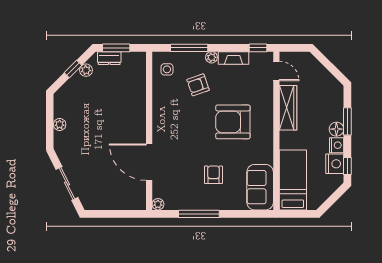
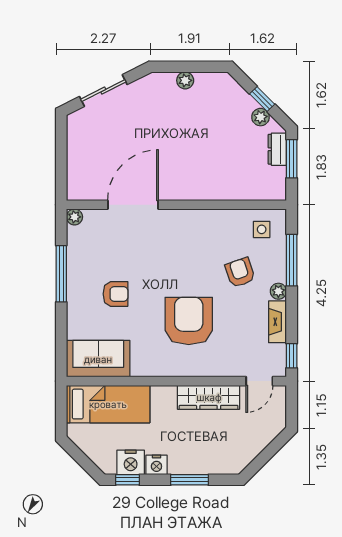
floor lamp: (336, 129) -> (179, 465), removed

